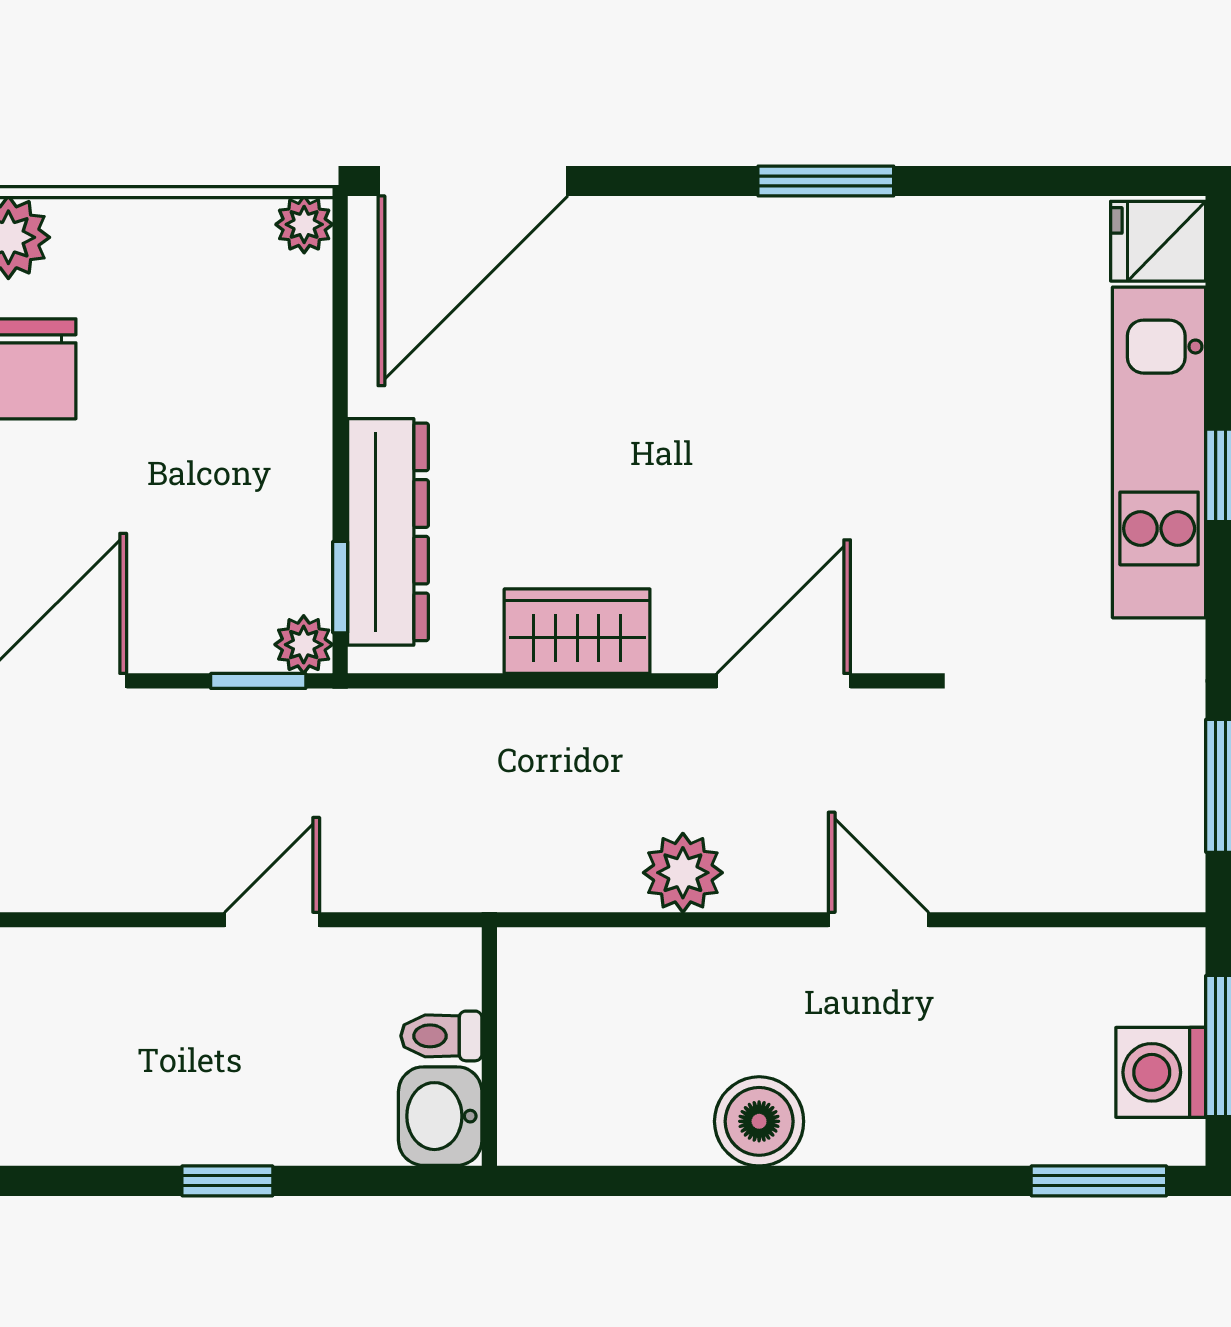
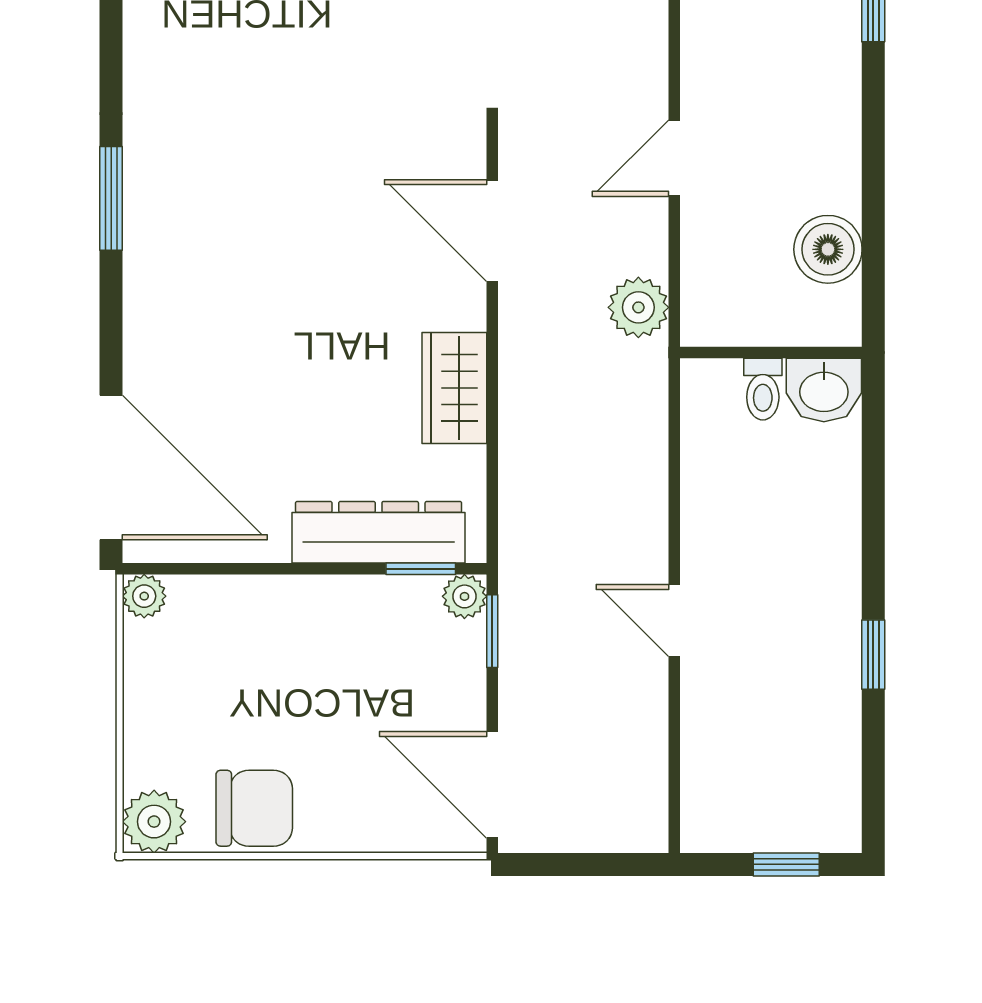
toilet: (441, 1036) -> (763, 389), moved
wall: (489, 1047) -> (771, 353), moved
washbasin: (440, 1116) -> (824, 390), moved

